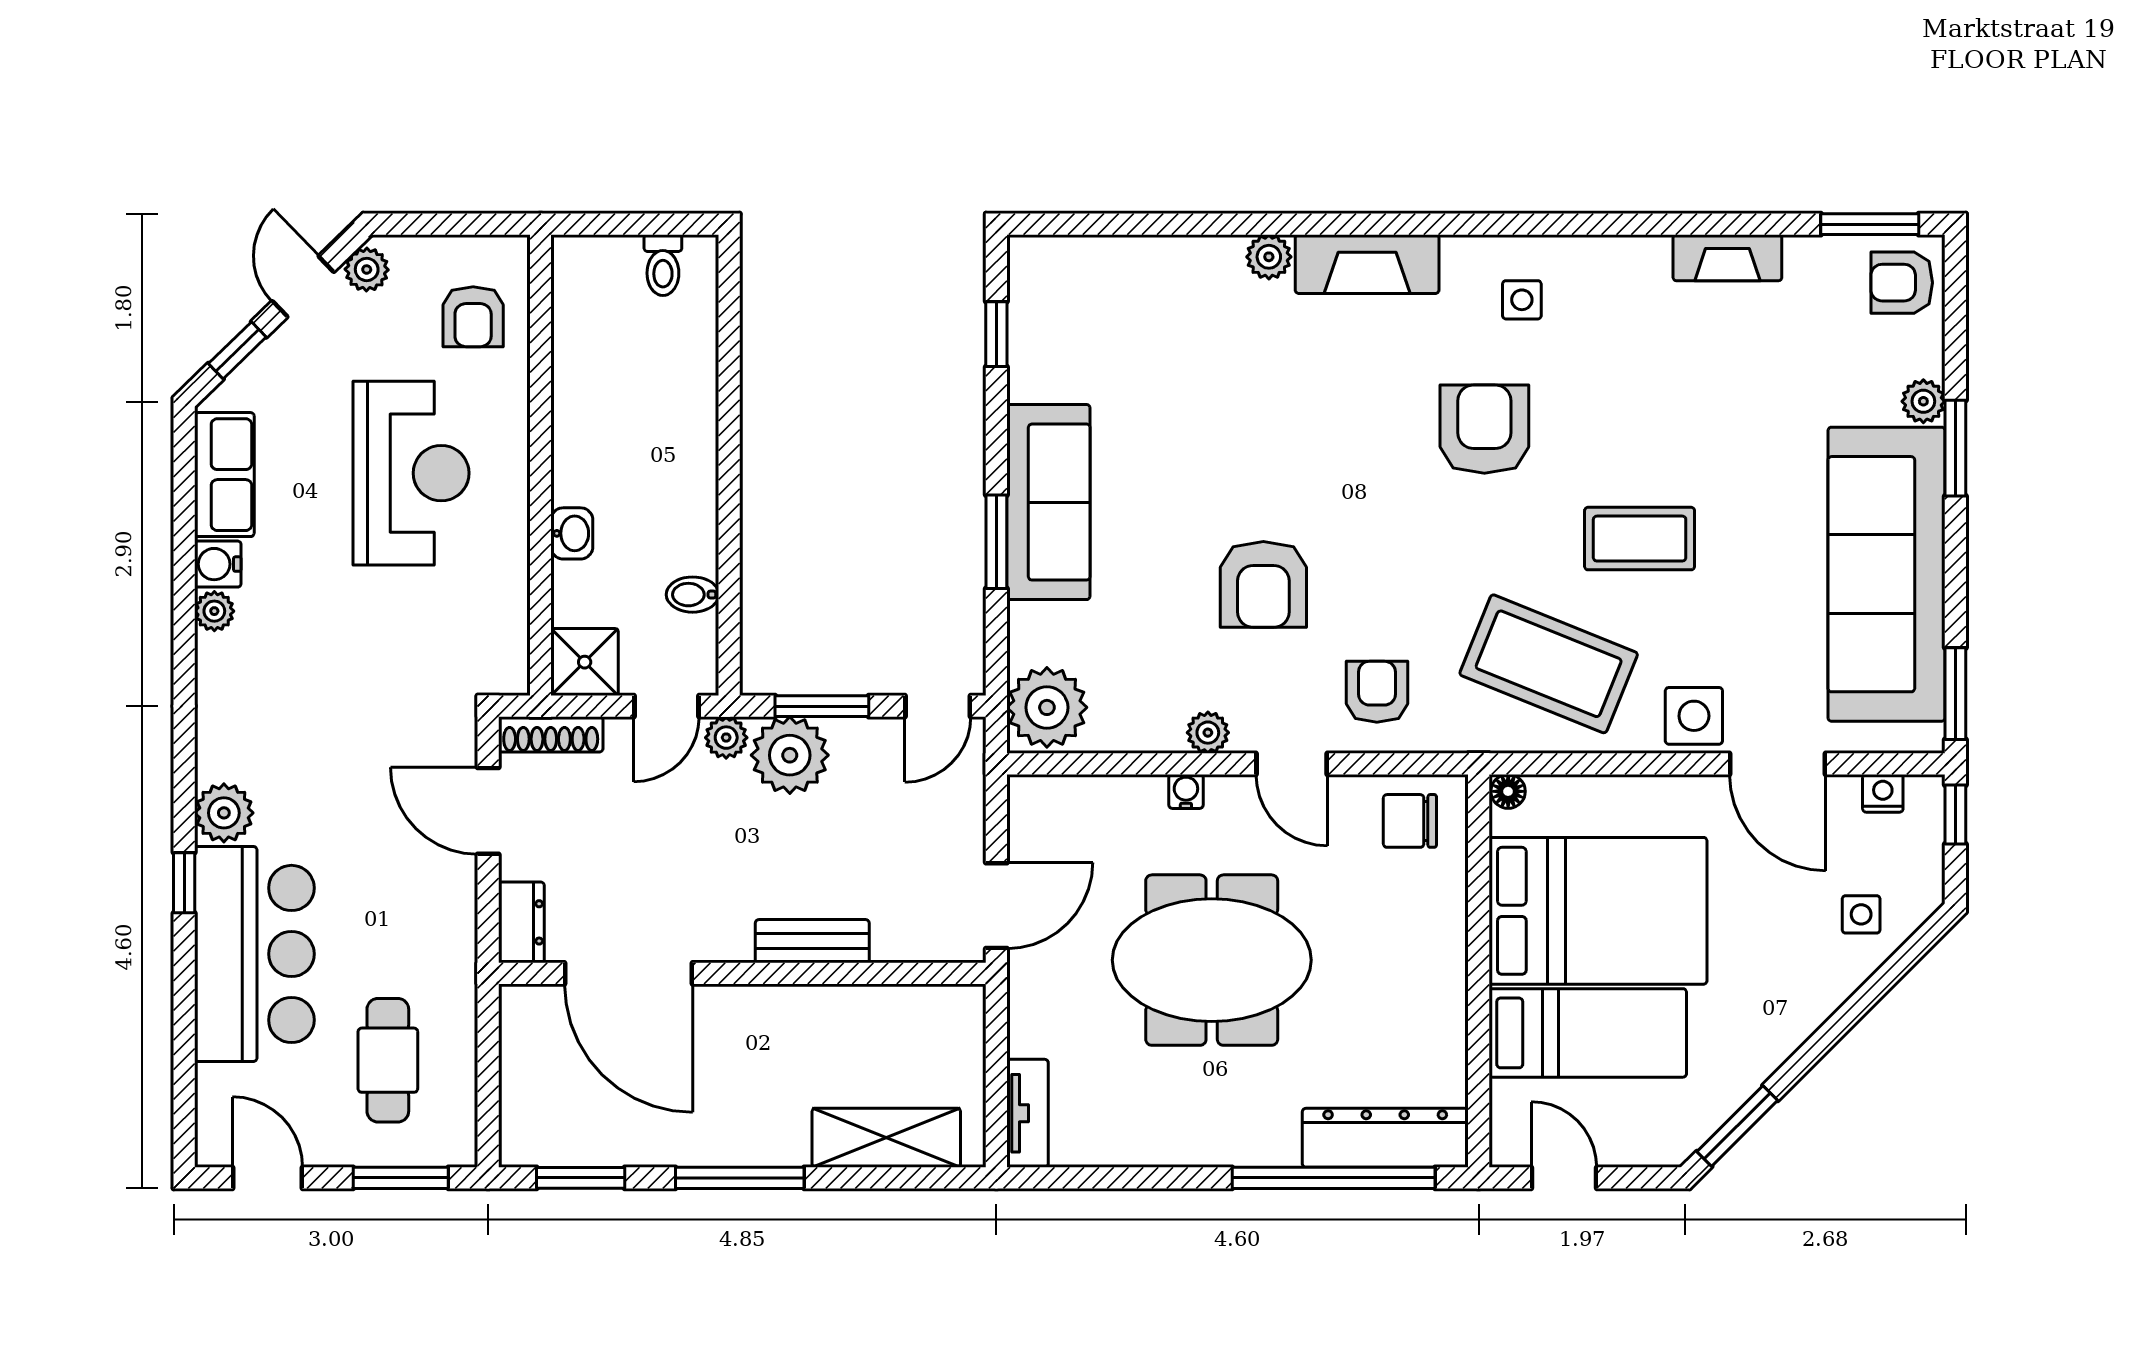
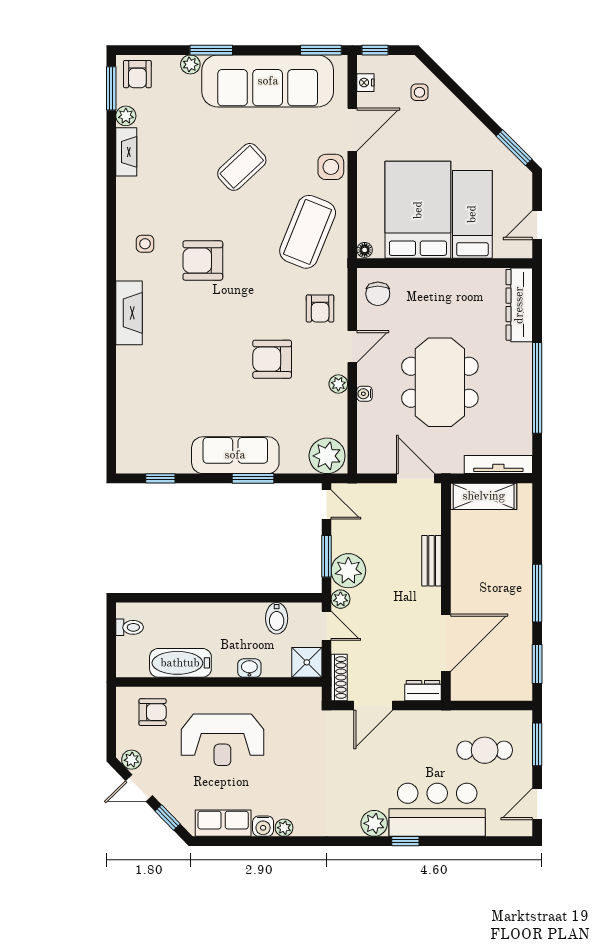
plant: (1269, 257) -> (126, 116), moved
bathtub: (583, 379) -> (180, 663), added
reception desk: (411, 473) -> (222, 740), turned 180
coffee table: (1640, 539) -> (242, 167), moved, turned 47
armchair: (1263, 584) -> (272, 359), turned 180
bidet: (693, 595) -> (277, 618), width x1.38, depth x1.36
armchair: (1377, 692) -> (320, 308), turned -90
tv unit: (1028, 1113) -> (498, 465), width x1.41
shelving: (886, 1138) -> (484, 496), moved, turned 90
window: (1334, 1178) -> (537, 388), moved

